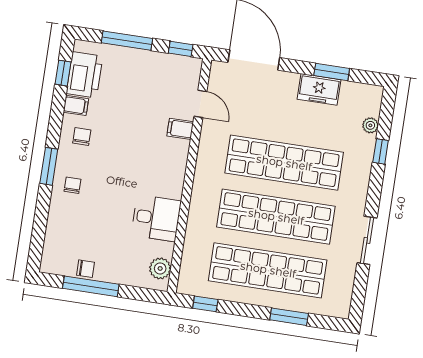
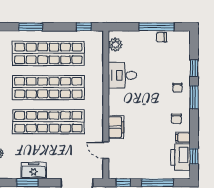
filing cabinet: (180, 129) -> (116, 127), width x2.00
window: (42, 212) -> (194, 68), added

